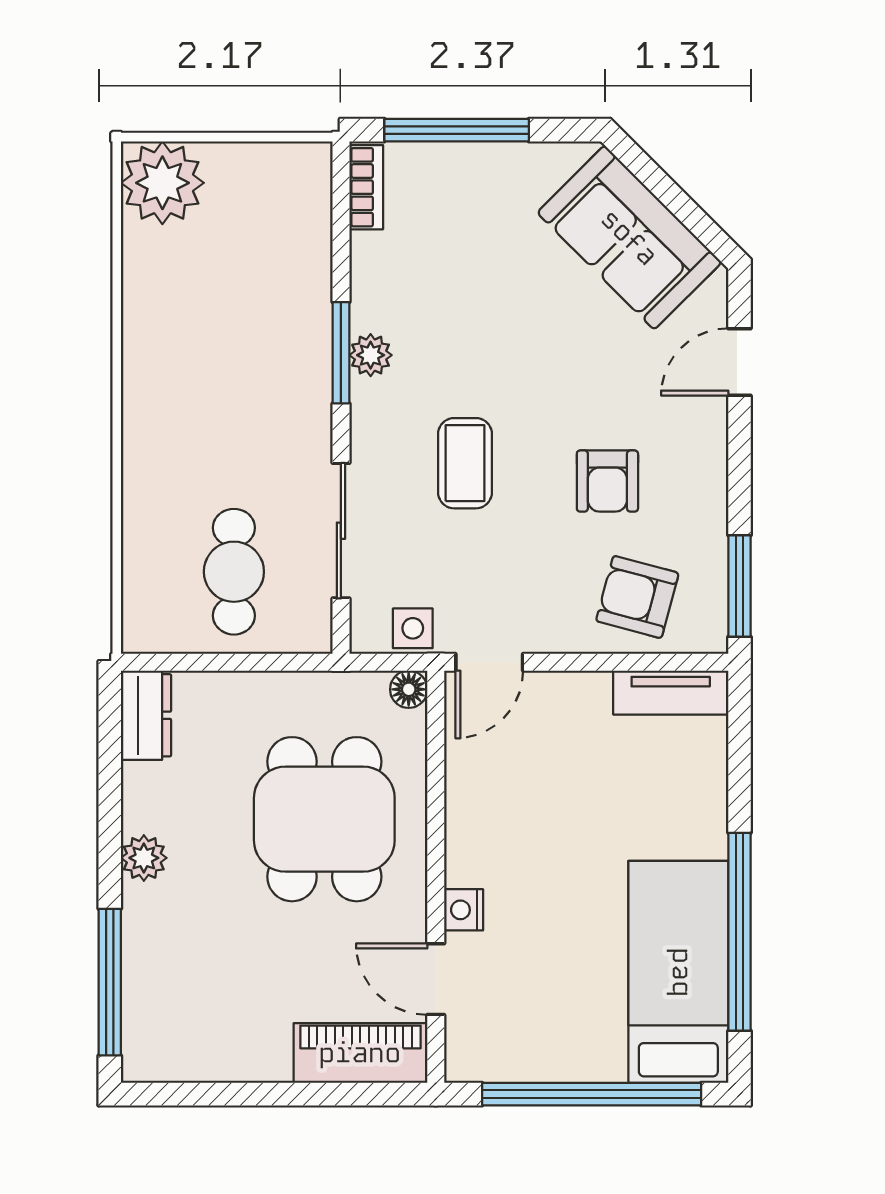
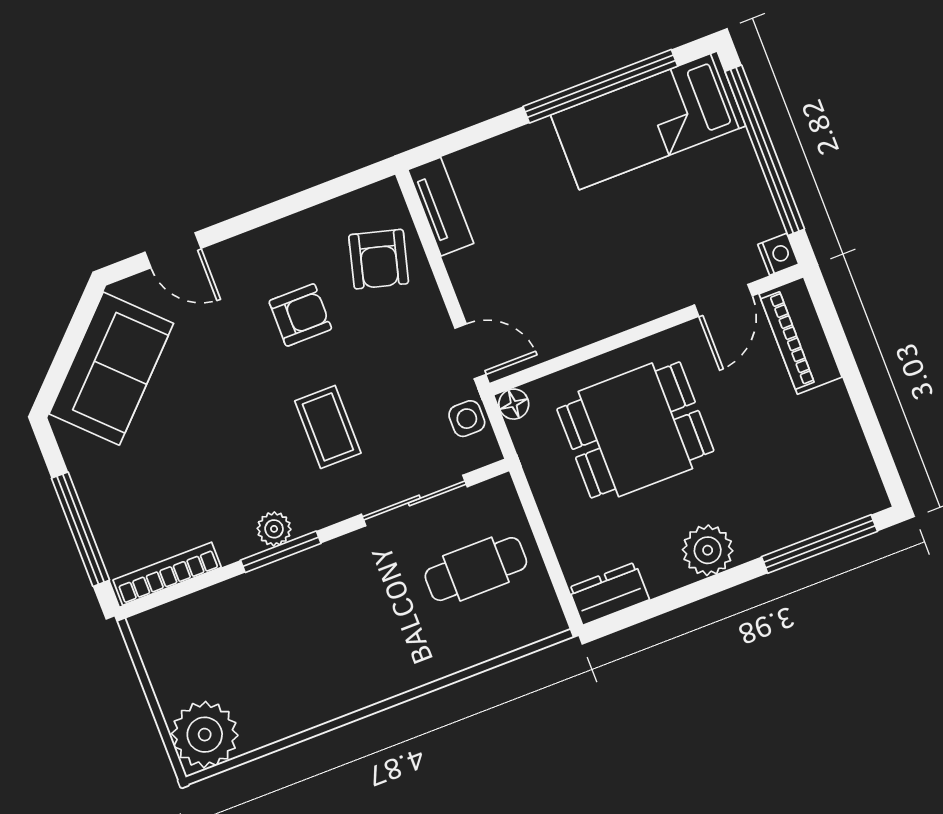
bookcase: (366, 187) -> (167, 574), width x1.56
coffee table: (465, 463) -> (328, 427), turned 90
window: (739, 586) -> (341, 186), removed
plant: (144, 858) -> (708, 550), width x1.38, depth x1.38
nightstand: (464, 910) -> (778, 254), moved, turned -90

